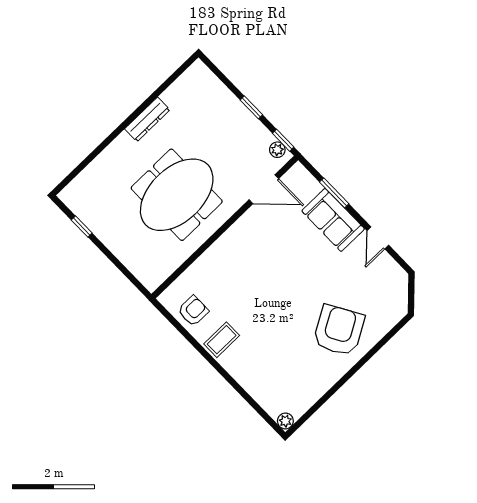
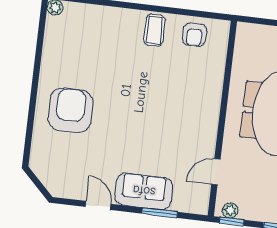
door: (264, 189) -> (216, 172), width x0.73
armchair: (339, 330) -> (71, 110), turned -150

